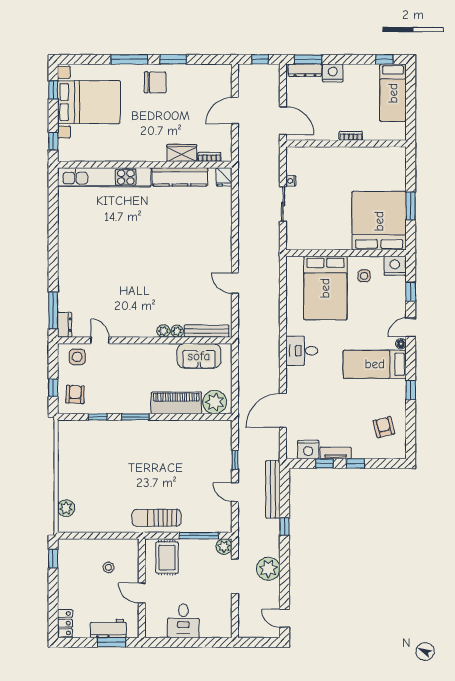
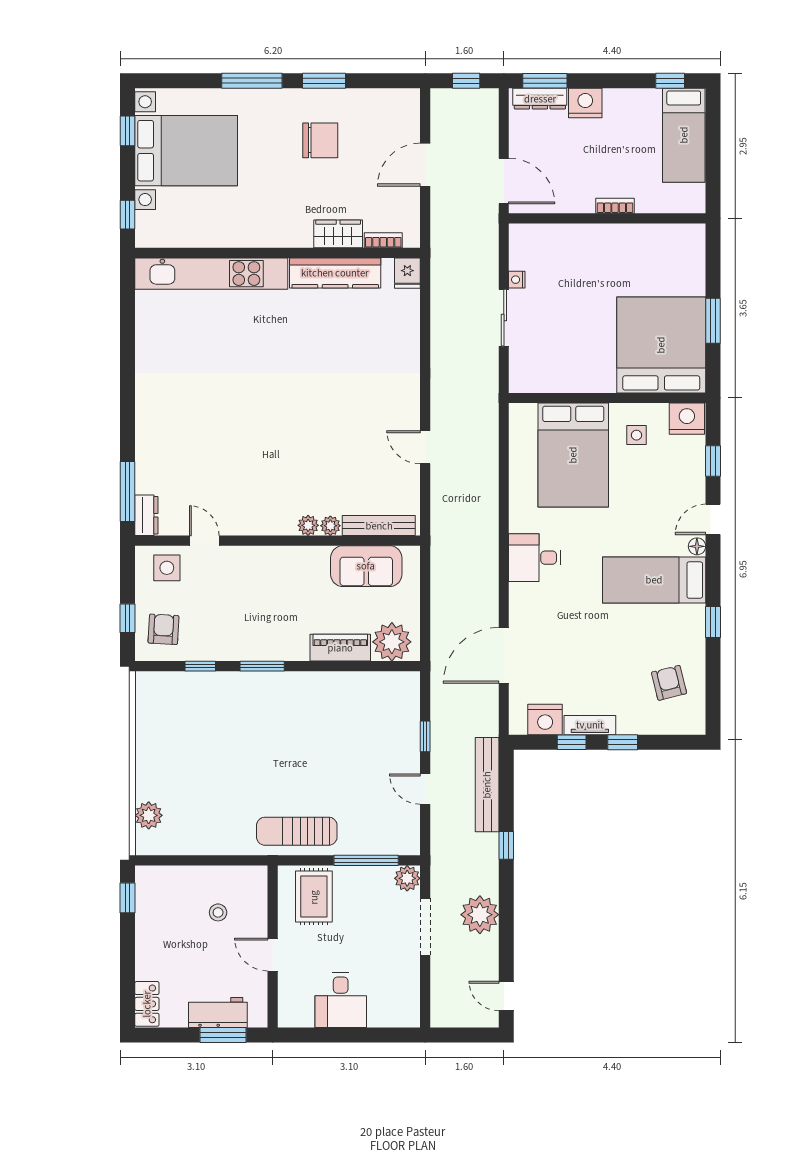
chair: (155, 82) -> (320, 140), moved
piano: (176, 403) -> (340, 648), width x0.73, depth x0.75

